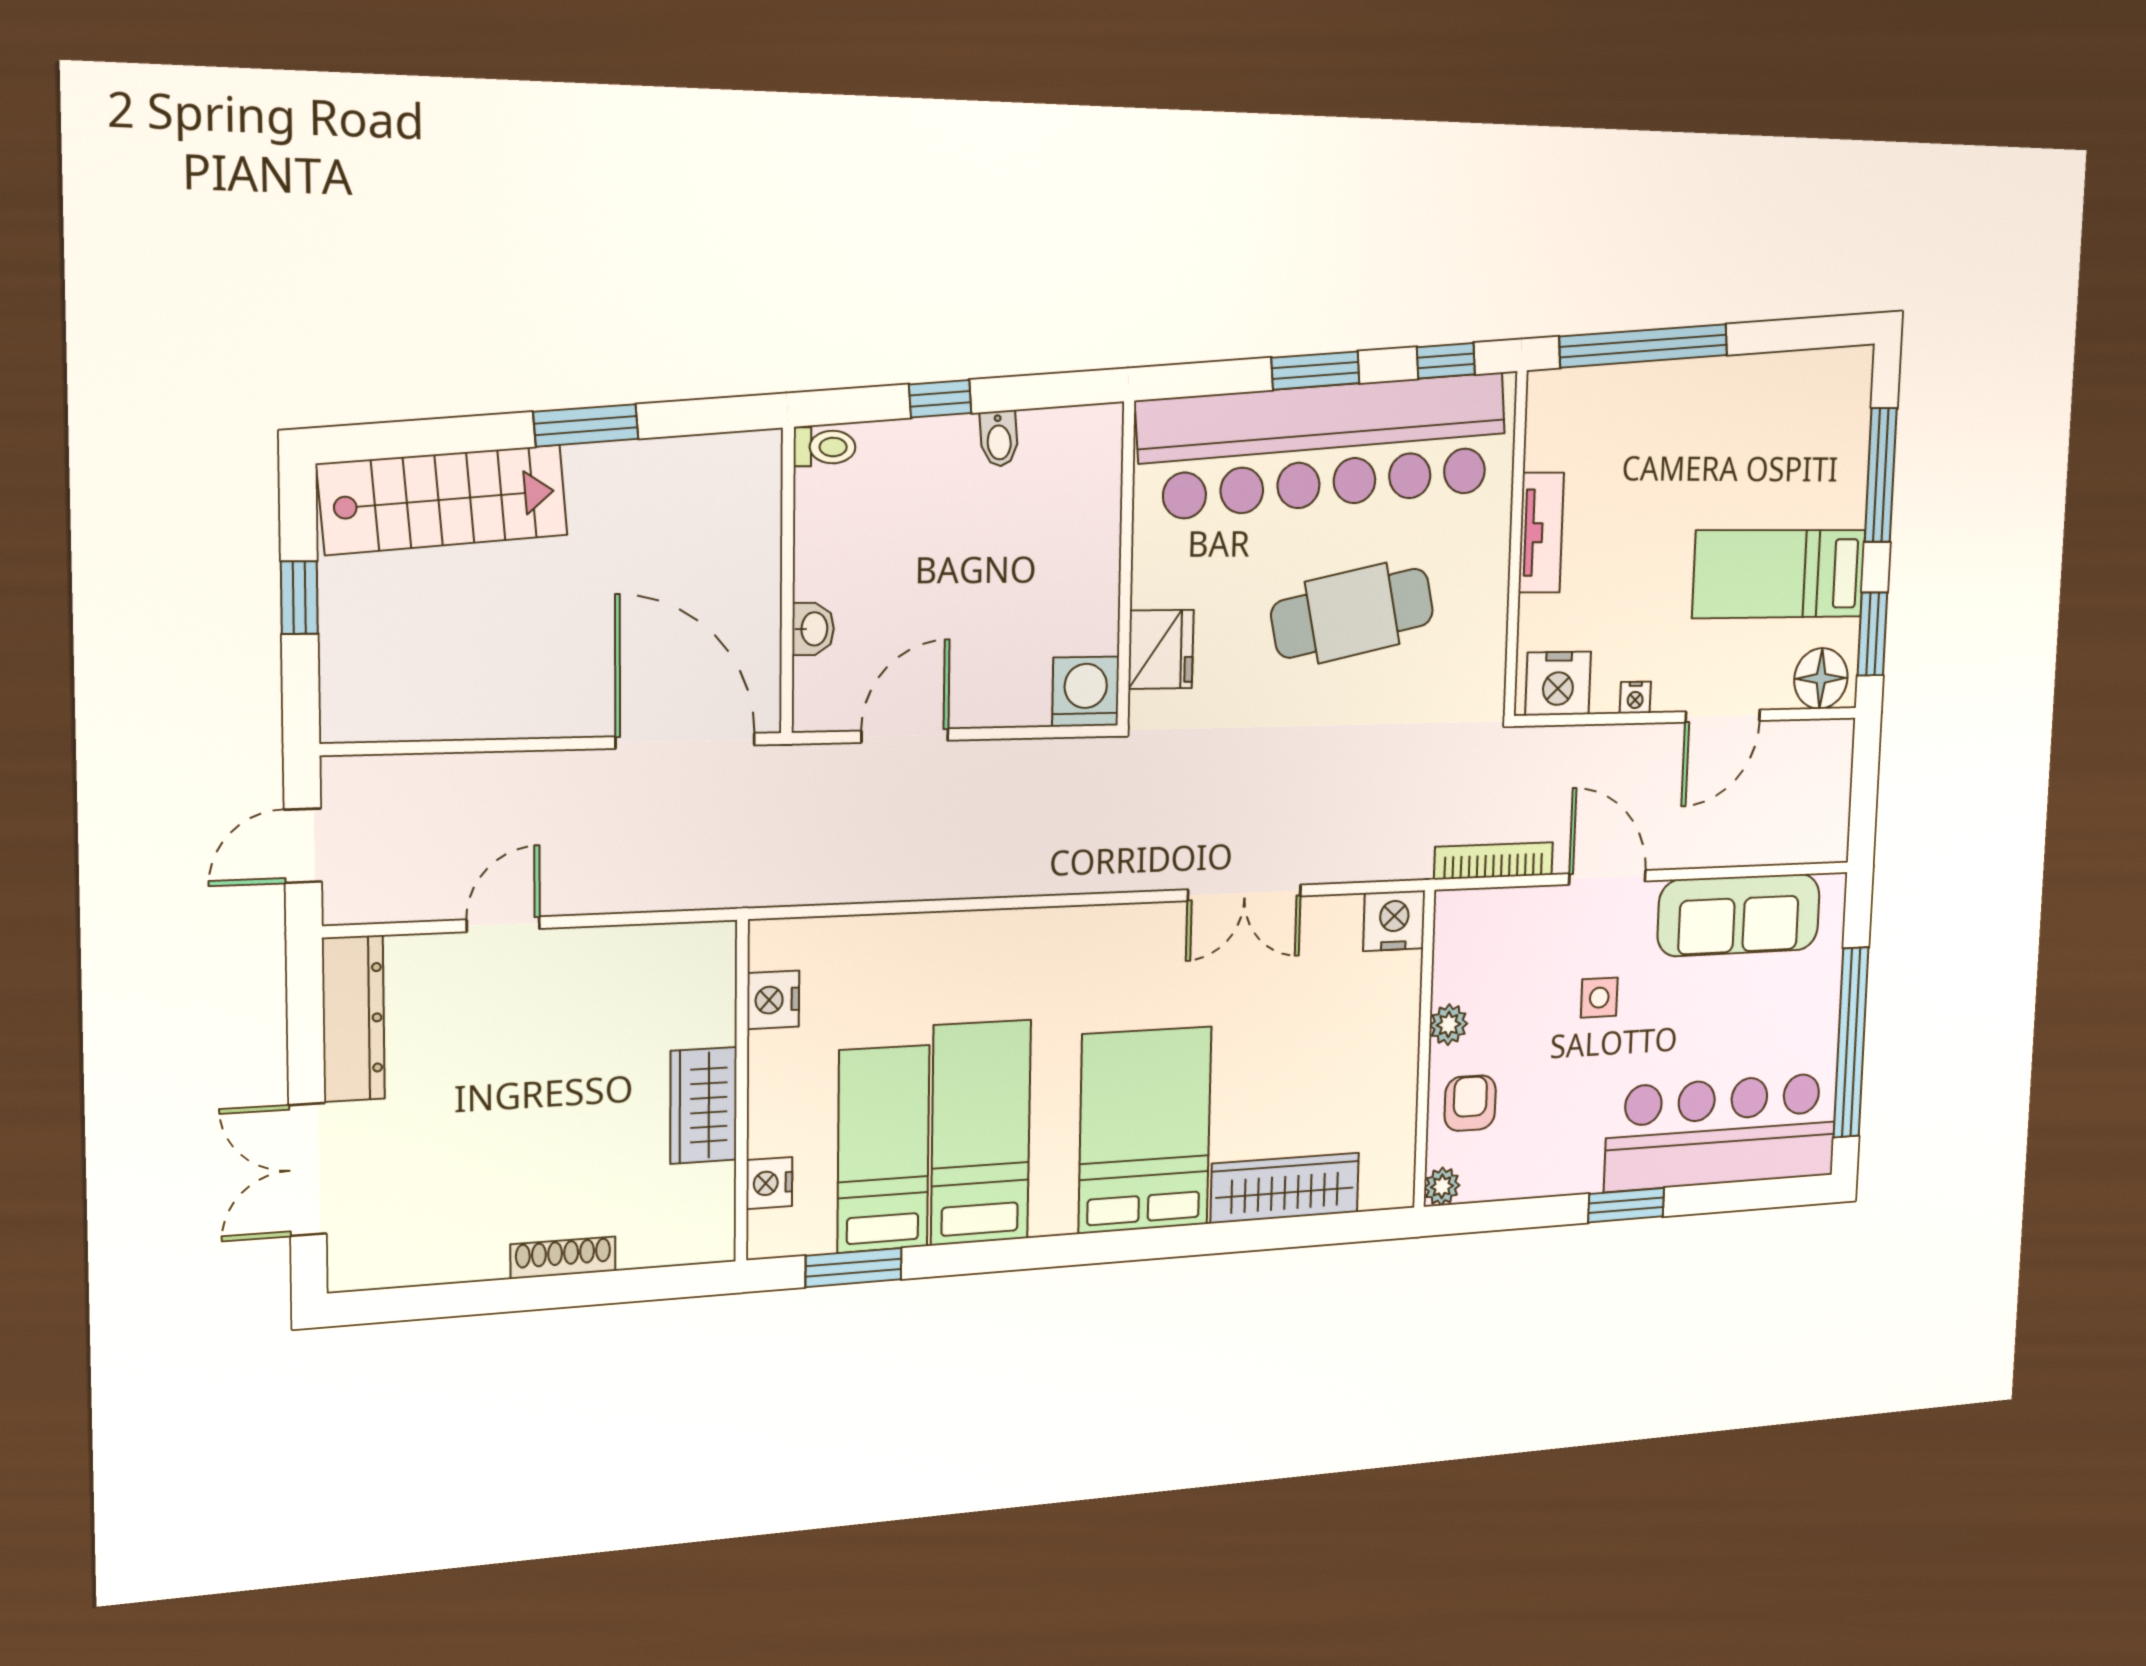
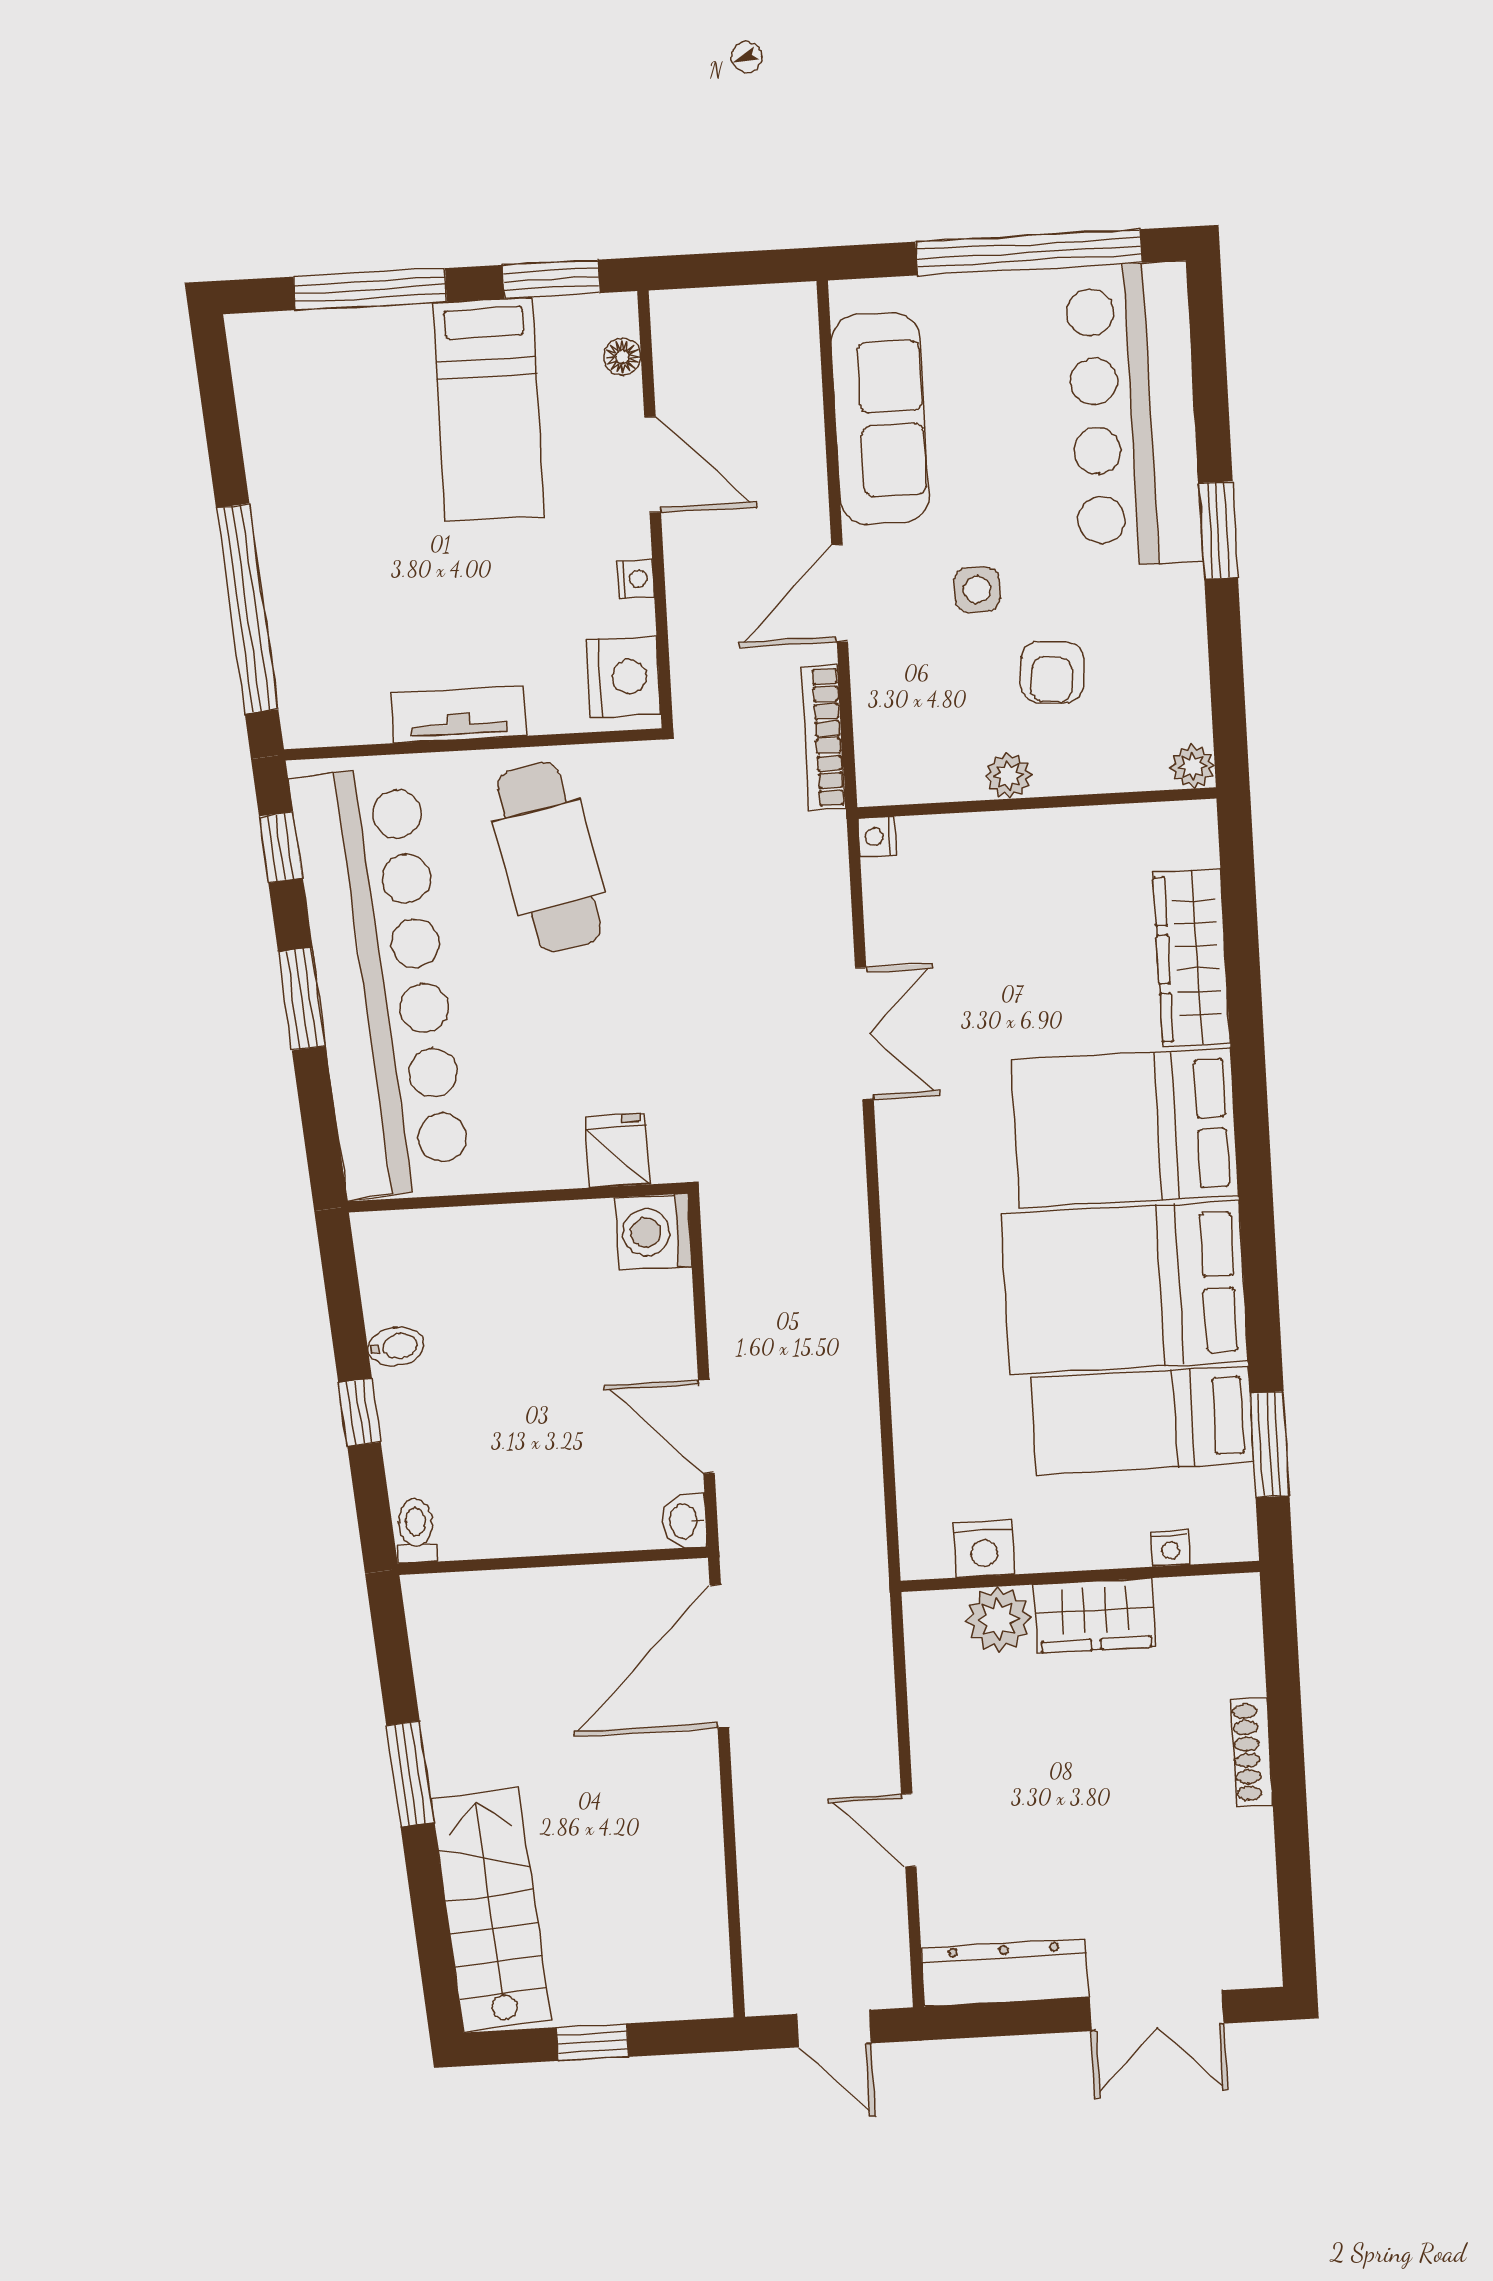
cafe table: (1352, 613) -> (549, 857), moved
washbasin: (813, 629) -> (684, 1521), moved, turned -90
fridge: (1161, 649) -> (617, 1150), width x0.72
floor lamp: (1821, 678) -> (622, 357), width x0.53, depth x0.53
nightstand: (1394, 921) -> (877, 837), width x0.53, depth x0.56
plant: (705, 1013) -> (998, 1619), added
armchair: (1470, 1103) -> (1052, 672), moved, turned -85
bed: (981, 1133) -> (1125, 1287), width x1.50
nightstand: (769, 1183) -> (1170, 1548), width x0.72, depth x0.74

